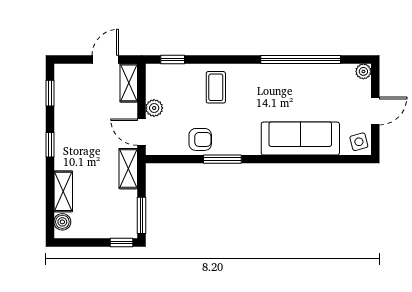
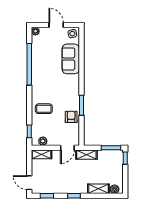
door: (105, 60) -> (29, 183), moved
plant: (154, 108) -> (43, 141), moved
sofa: (300, 139) -> (71, 59), width x0.73

